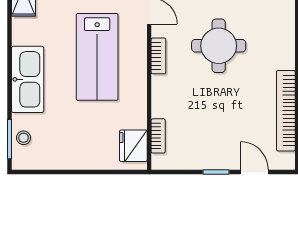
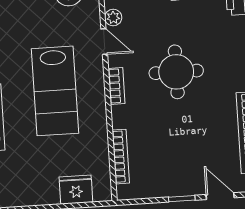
bookcase: (158, 136) -> (121, 157), width x1.56
fridge: (133, 146) -> (76, 190), moved, turned 90

